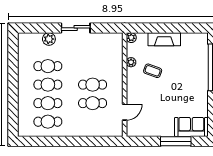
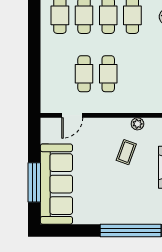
door: (125, 112) -> (72, 115), hinge flipped
sofa: (191, 127) -> (56, 184), width x1.85, depth x1.27

